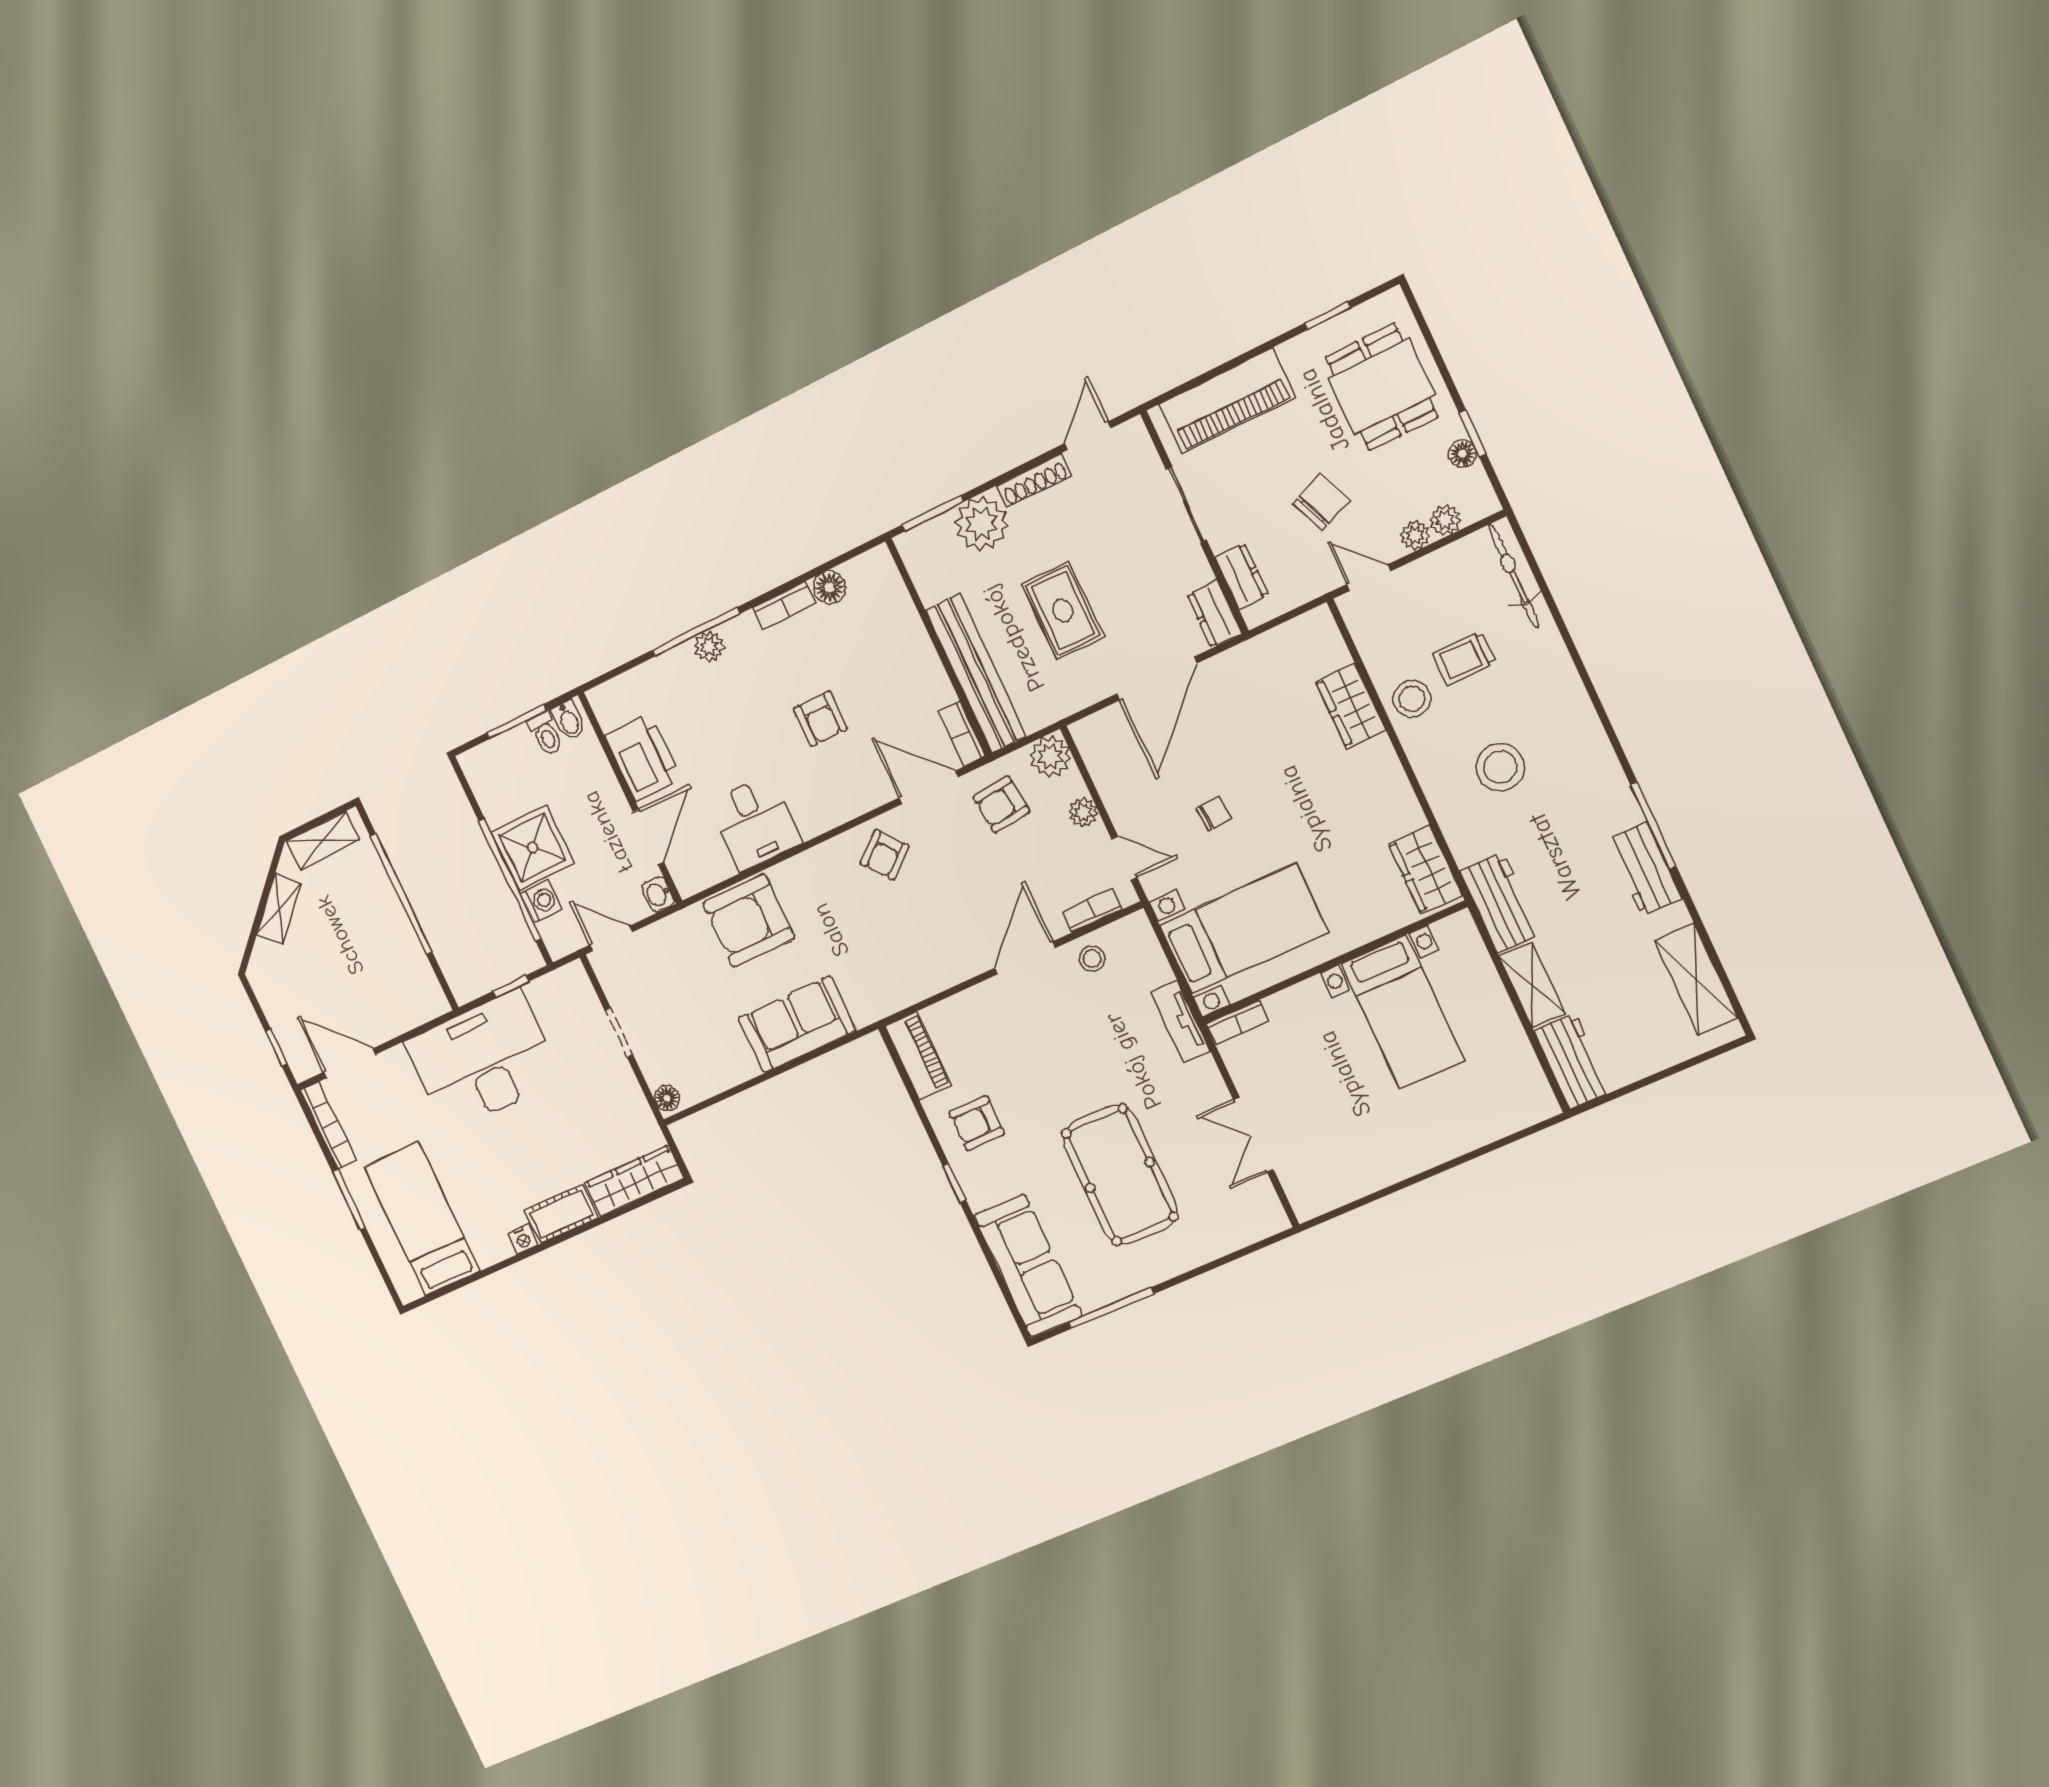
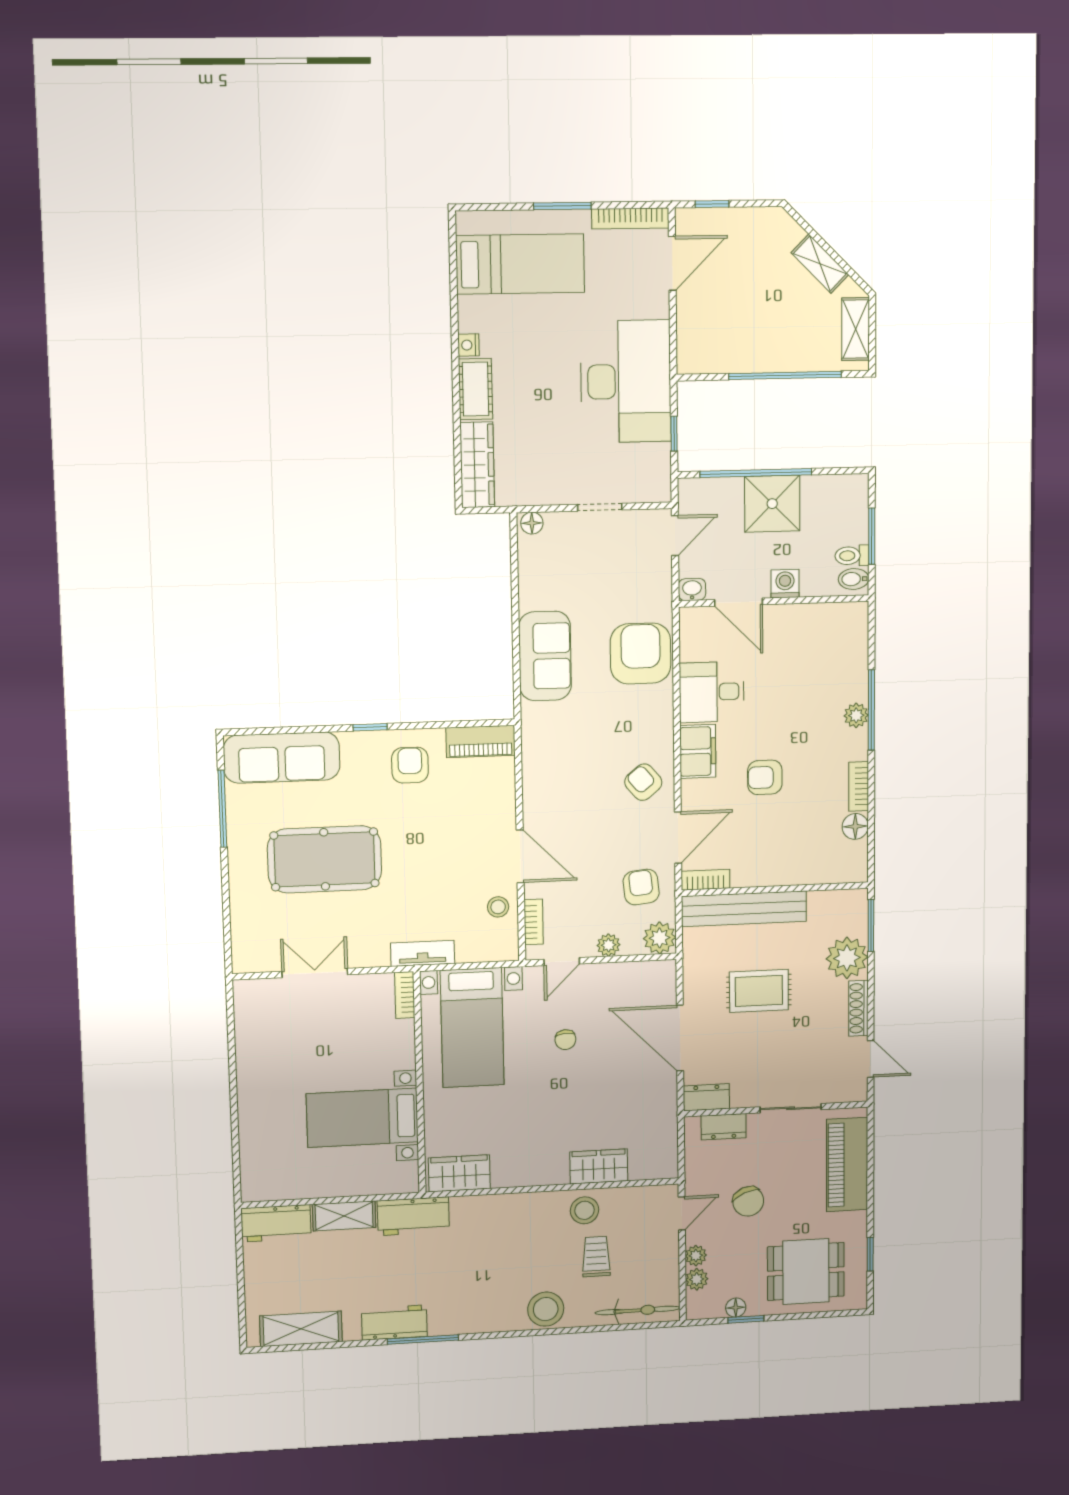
printer: (643, 757) -> (800, 625), removed
stool: (1500, 767) -> (546, 1309), moved
filing cabinet: (825, 809) -> (698, 751), added
washing machine: (541, 901) -> (785, 584), moved, turned 180

